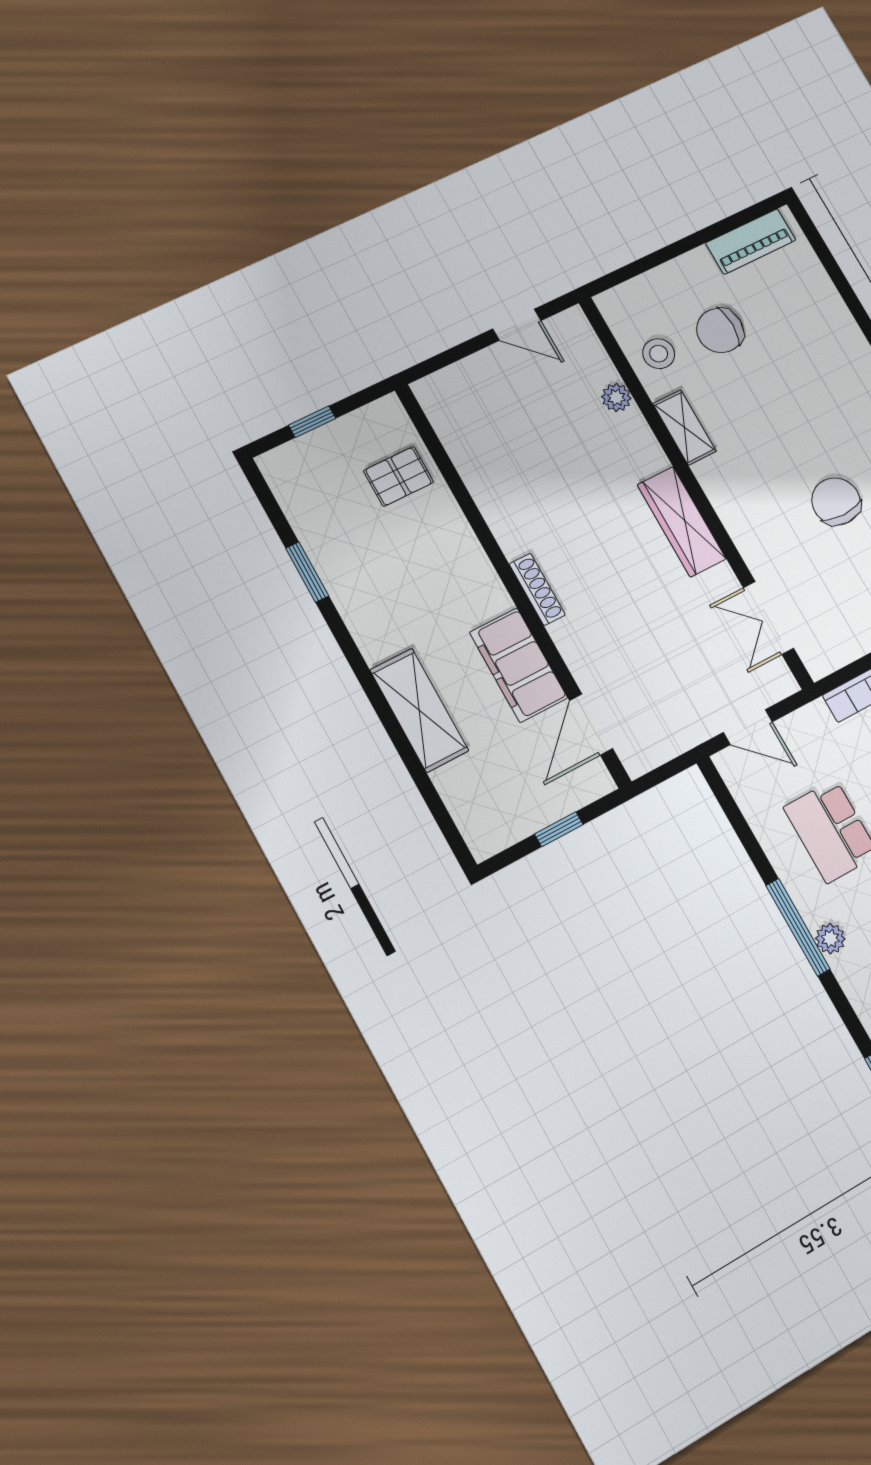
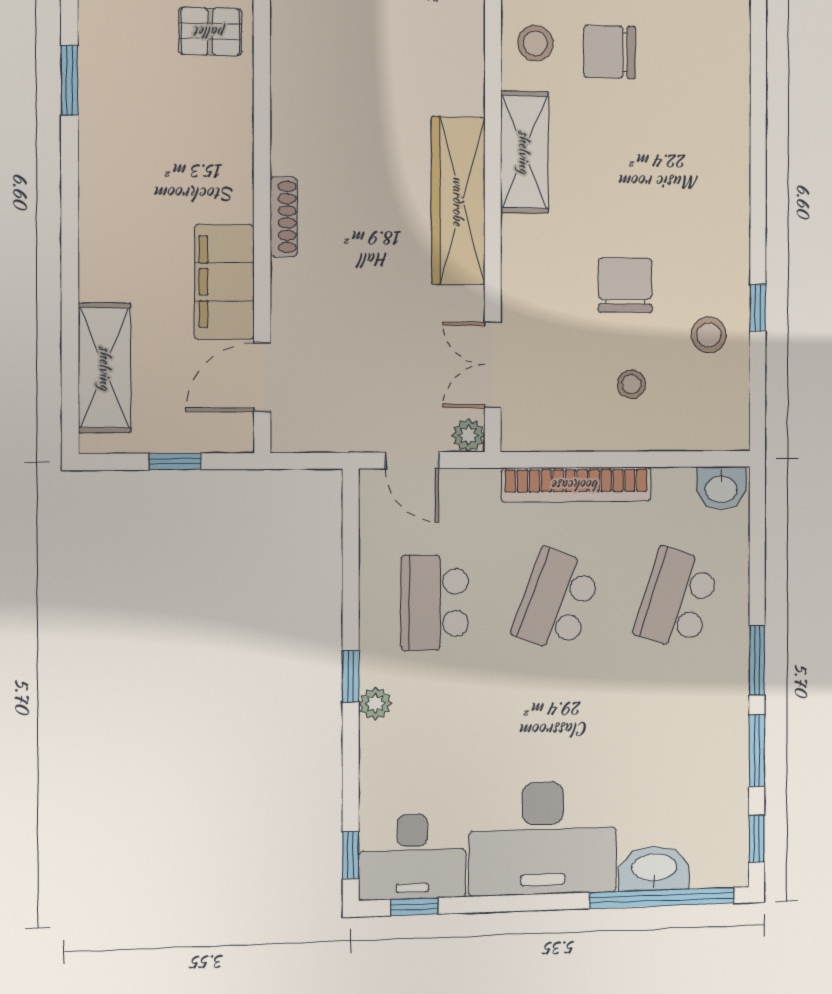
plant: (616, 397) -> (468, 435), moved
shelving: (684, 427) -> (524, 152), width x1.50, depth x1.33
wardrobe: (682, 522) -> (458, 201), width x1.40, depth x1.17
shelving: (419, 710) -> (105, 368), moved
window: (798, 927) -> (351, 676), width x0.46

